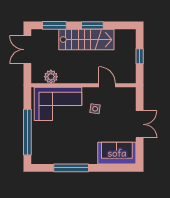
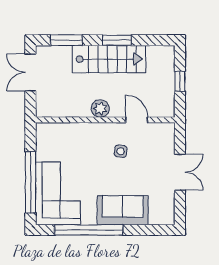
plant: (51, 77) -> (100, 109), moved
corner sofa: (58, 104) -> (58, 193), moved, turned -90
sofa: (117, 153) -> (123, 210), moved
window: (71, 168) -> (89, 230), width x1.46

